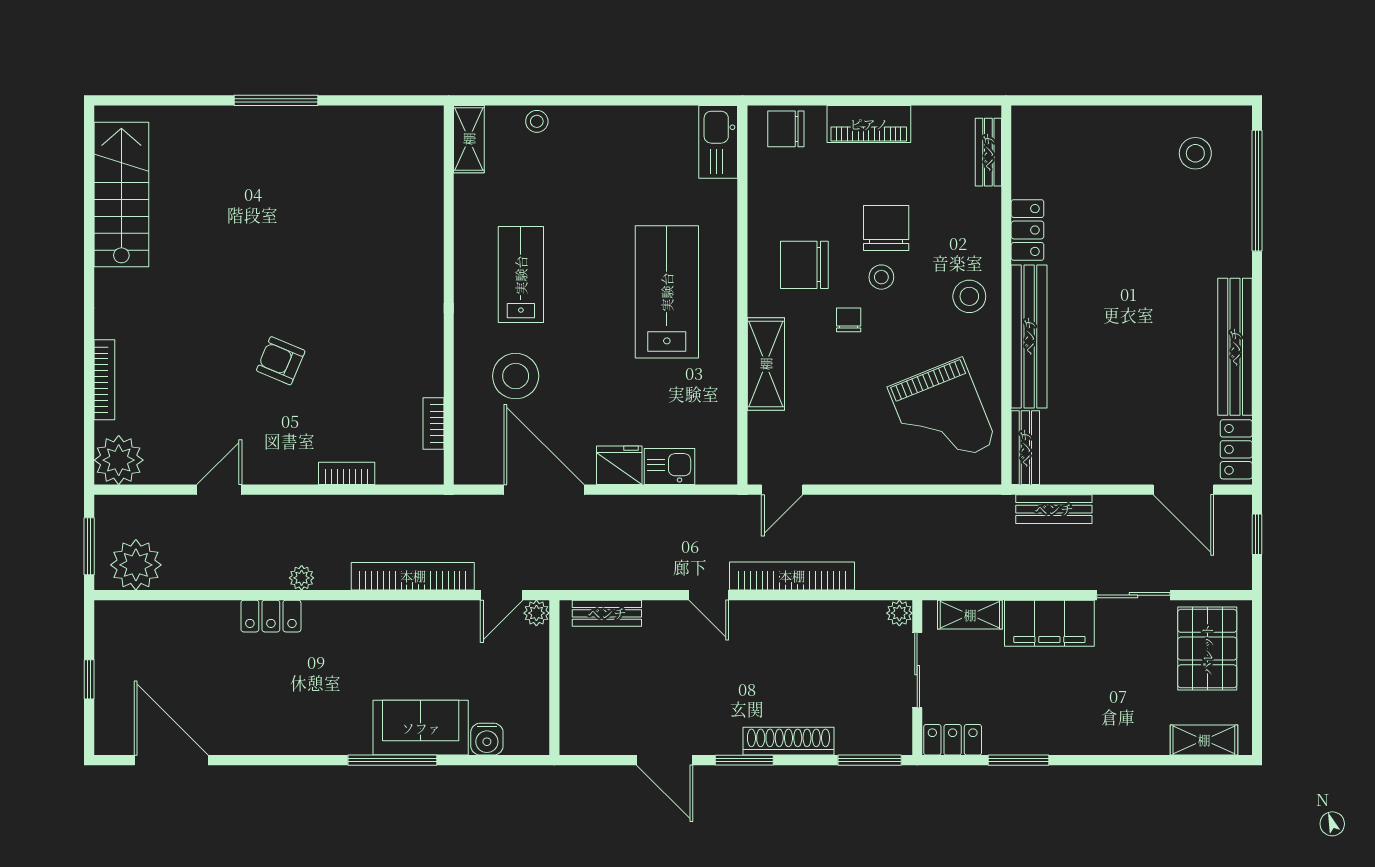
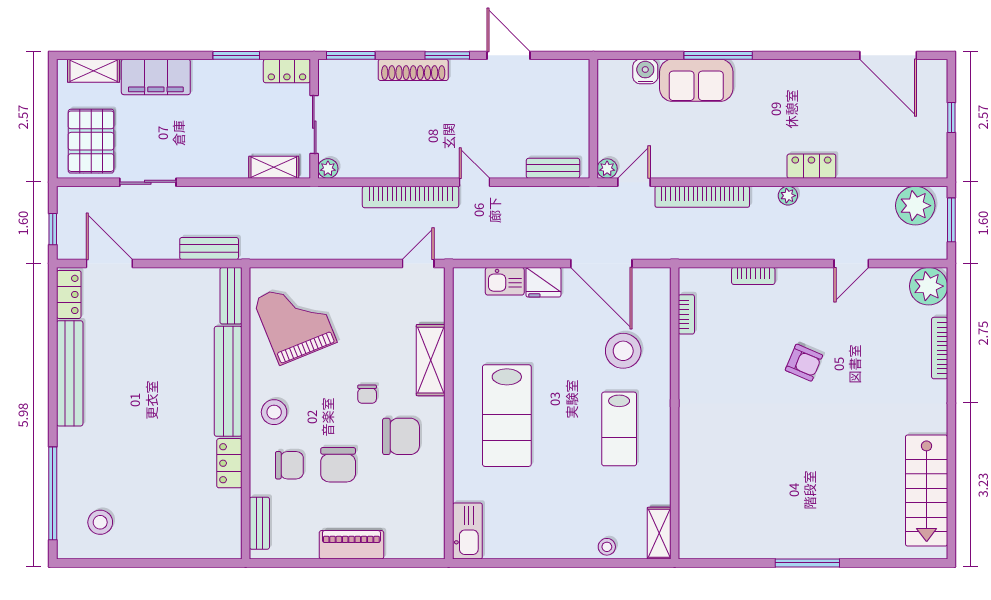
chair: (786, 129) -> (289, 465), moved
stool: (881, 277) -> (342, 427), removed
filing cabinet: (1049, 623) -> (156, 77), moved, turned 180

